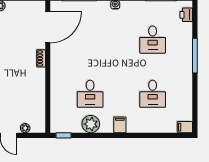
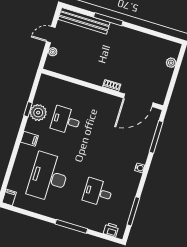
door: (48, 27) -> (138, 100), hinge flipped
desk: (153, 94) -> (49, 177), width x1.87, depth x1.30
window: (64, 135) -> (28, 109), moved

